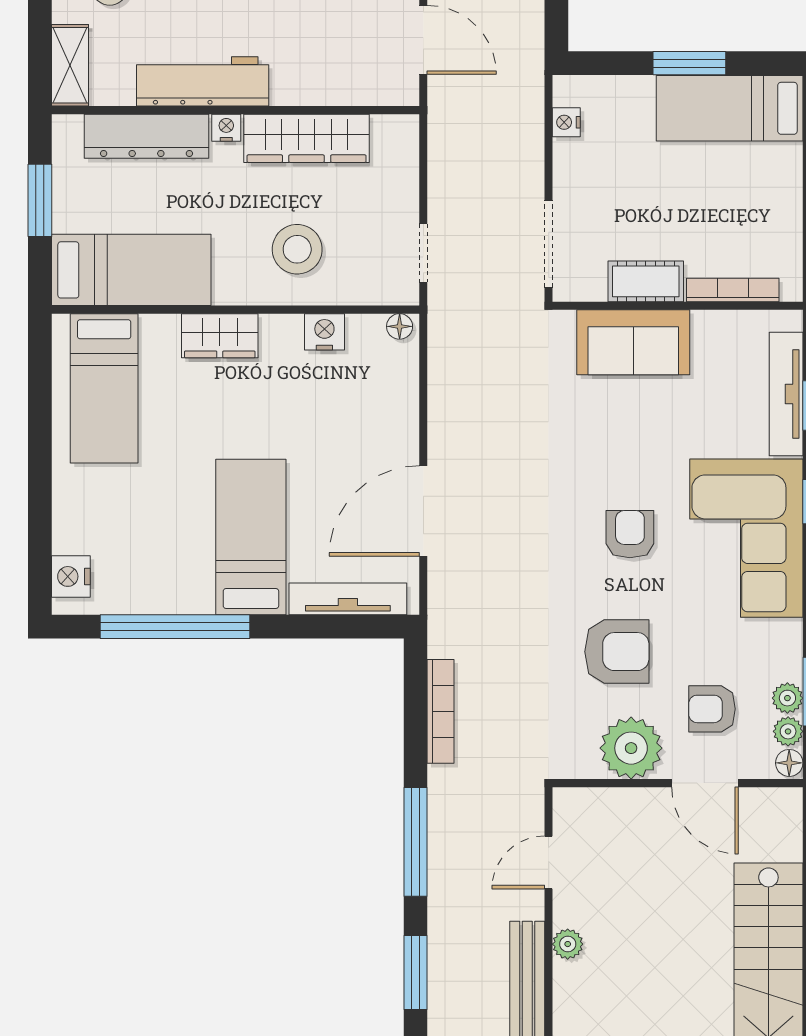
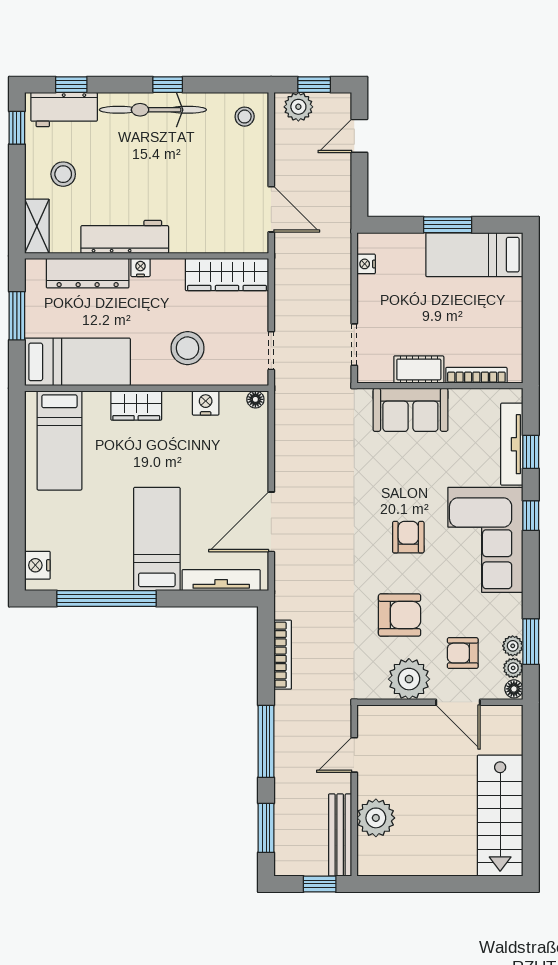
wardrobe: (307, 138) -> (227, 275), moved
doorway: (549, 244) -> (354, 345), width x0.73
plant: (568, 944) -> (376, 818), width x1.88, depth x1.88

